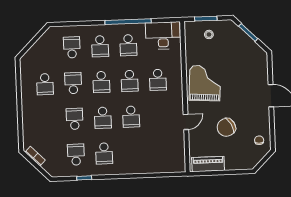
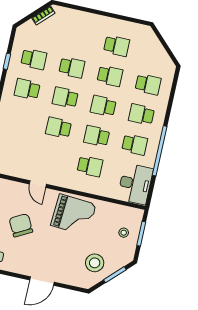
school desk: (128, 45) -> (135, 145), turned 180
stool: (242, 53) -> (95, 263), added
school desk: (158, 80) -> (90, 166), turned 180
school desk: (45, 84) -> (117, 46), turned 180

